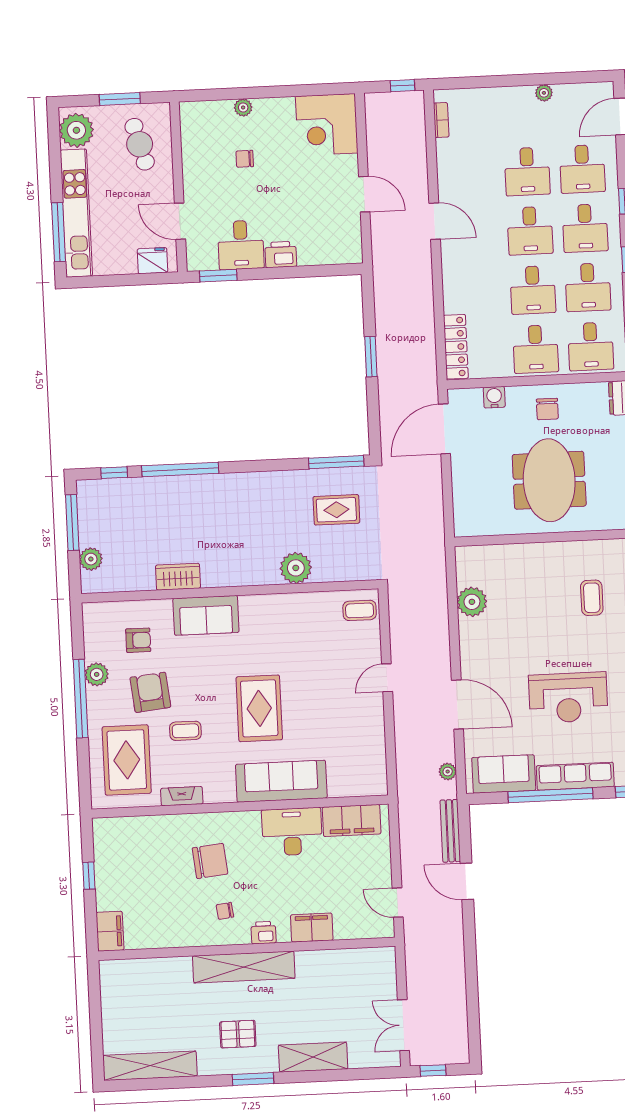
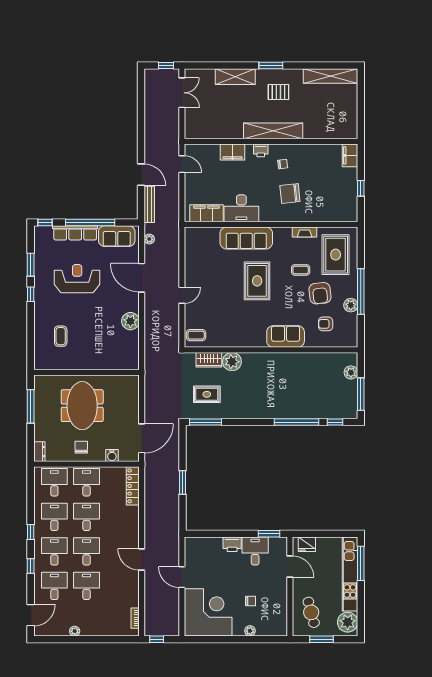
corner desk: (327, 125) -> (208, 612), width x1.36, depth x1.36
wardrobe: (178, 577) -> (209, 360), moved
plant: (472, 602) -> (130, 321), moved

